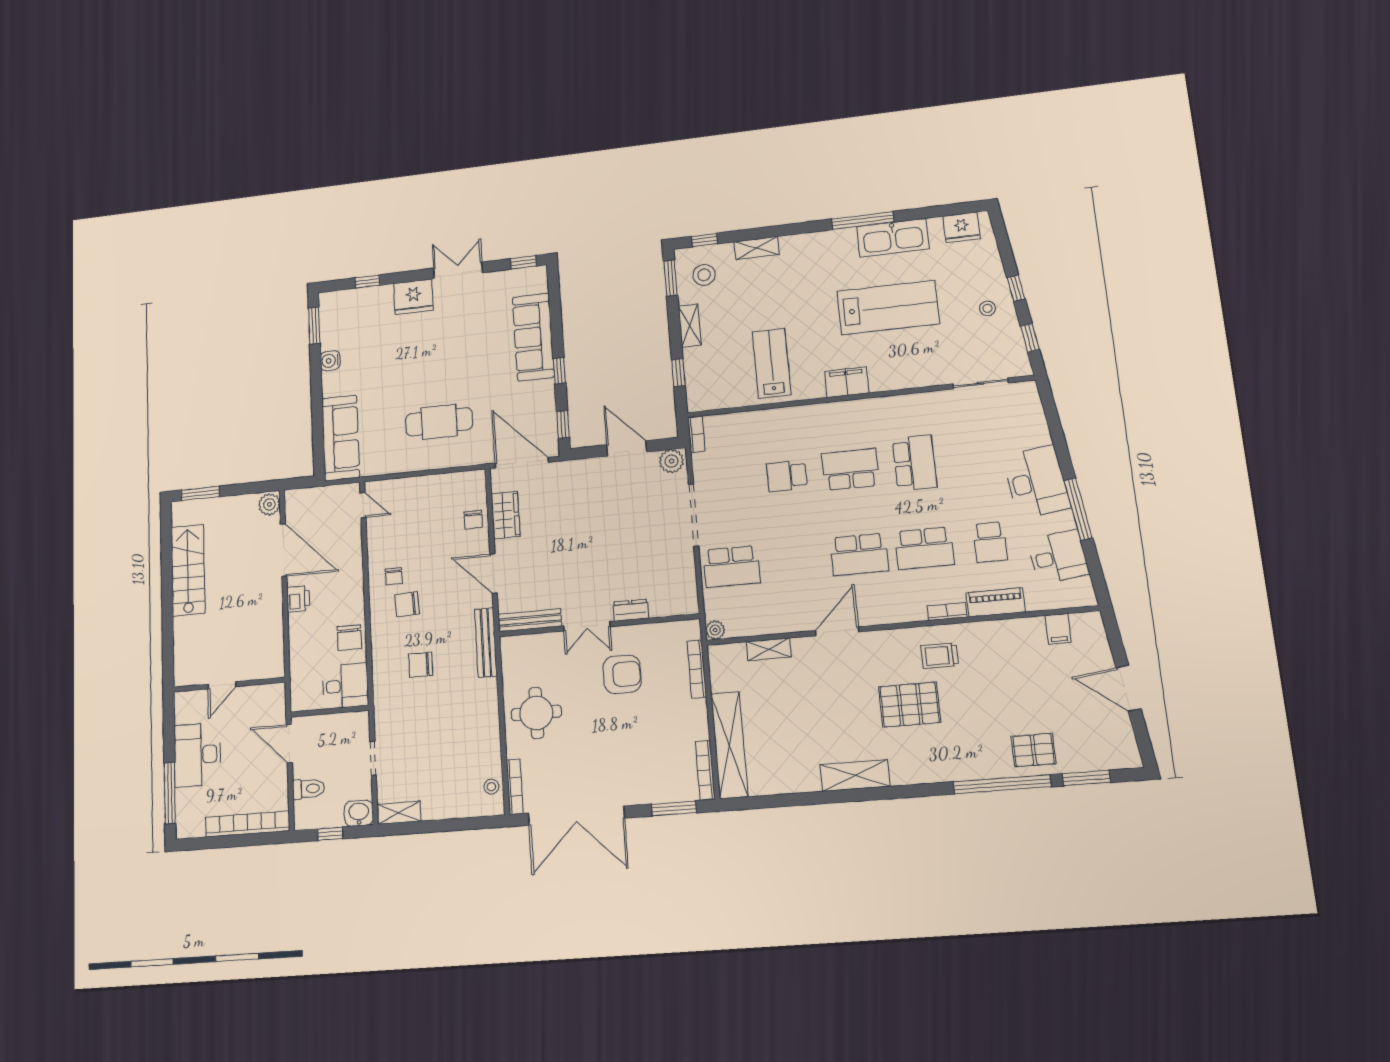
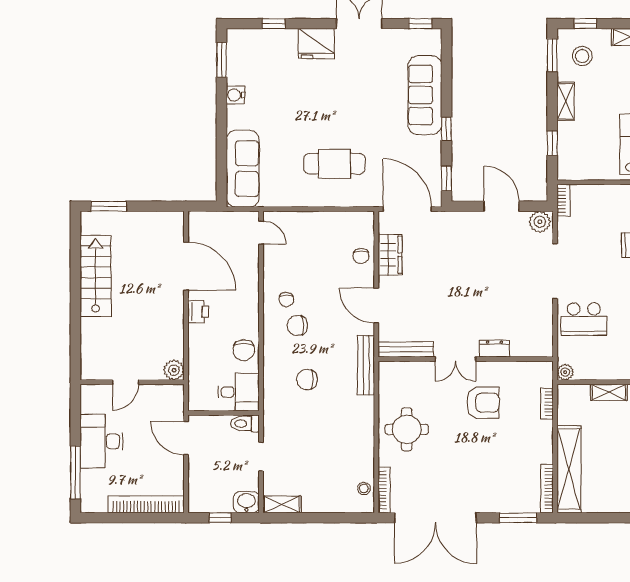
plant: (269, 504) -> (174, 370), moved
bookcase: (697, 669) -> (547, 404), width x0.64
toilet: (309, 789) -> (245, 424), moved, turned 180

